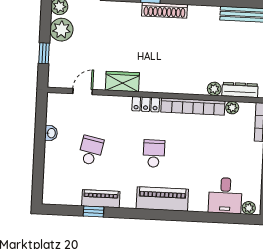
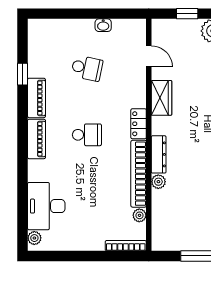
plant: (214, 89) -> (158, 182), moved
dresser: (240, 90) -> (159, 154), moved
desk: (225, 196) -> (46, 206), width x1.37
piano: (101, 199) -> (36, 98), moved
piano: (162, 199) -> (36, 139), width x0.73, depth x0.75

